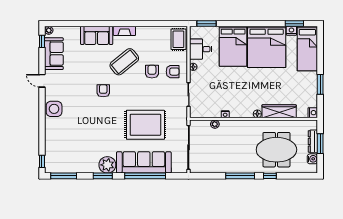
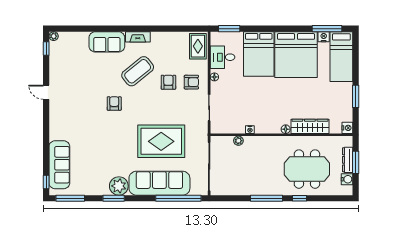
window: (294, 24) -> (327, 29), width x1.44
sofa: (54, 54) -> (59, 165), moved, width x1.36
side table: (54, 109) -> (59, 124), removed
window: (145, 176) -> (178, 198), moved

